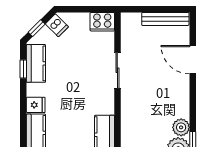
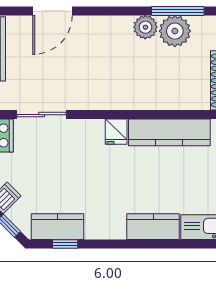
sliding door: (117, 70) -> (42, 115), moved
fridge: (36, 105) -> (116, 132), moved, turned 180

